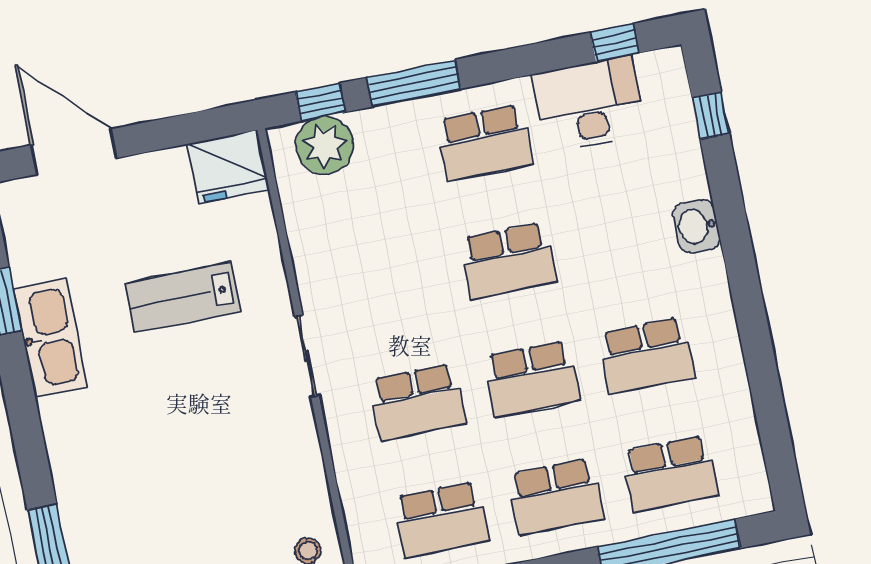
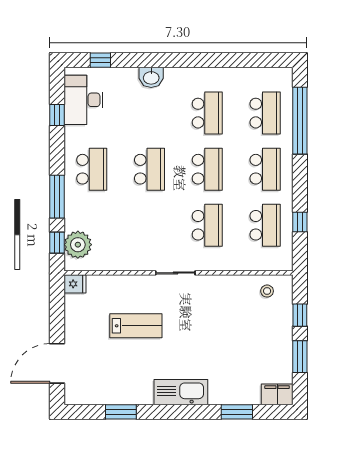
window: (615, 43) -> (57, 115), moved
desk: (589, 104) -> (84, 100), moved
fridge: (228, 167) -> (75, 284), width x0.53, depth x0.75
lab bench: (183, 297) -> (136, 326), turned -90
kitchen sink: (50, 338) -> (181, 392), moved

